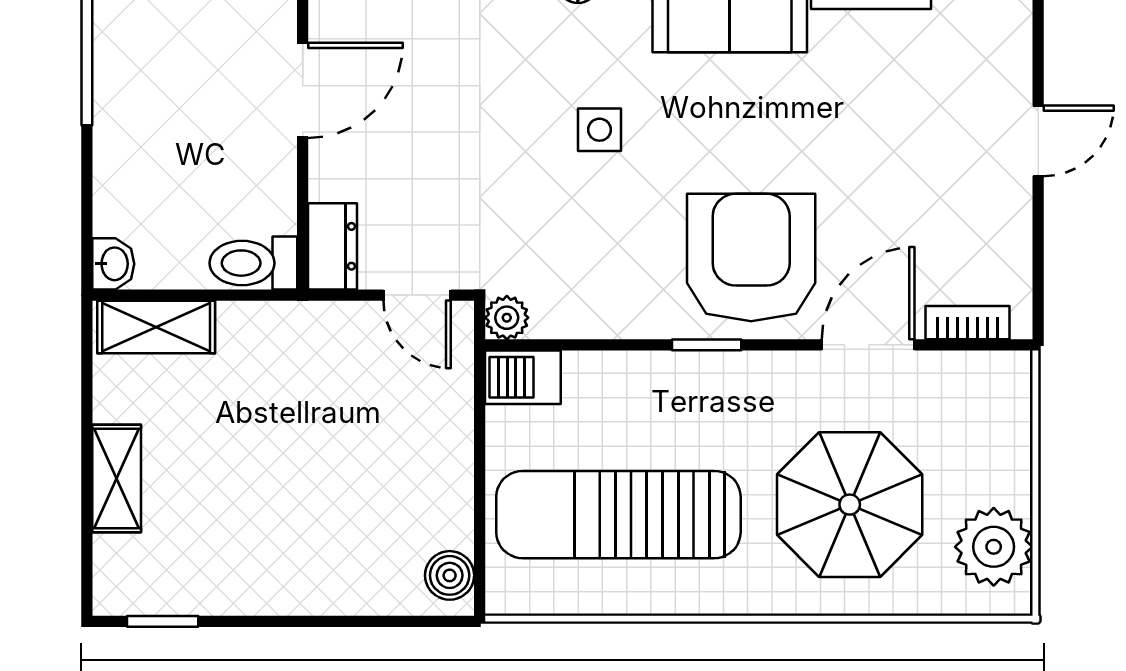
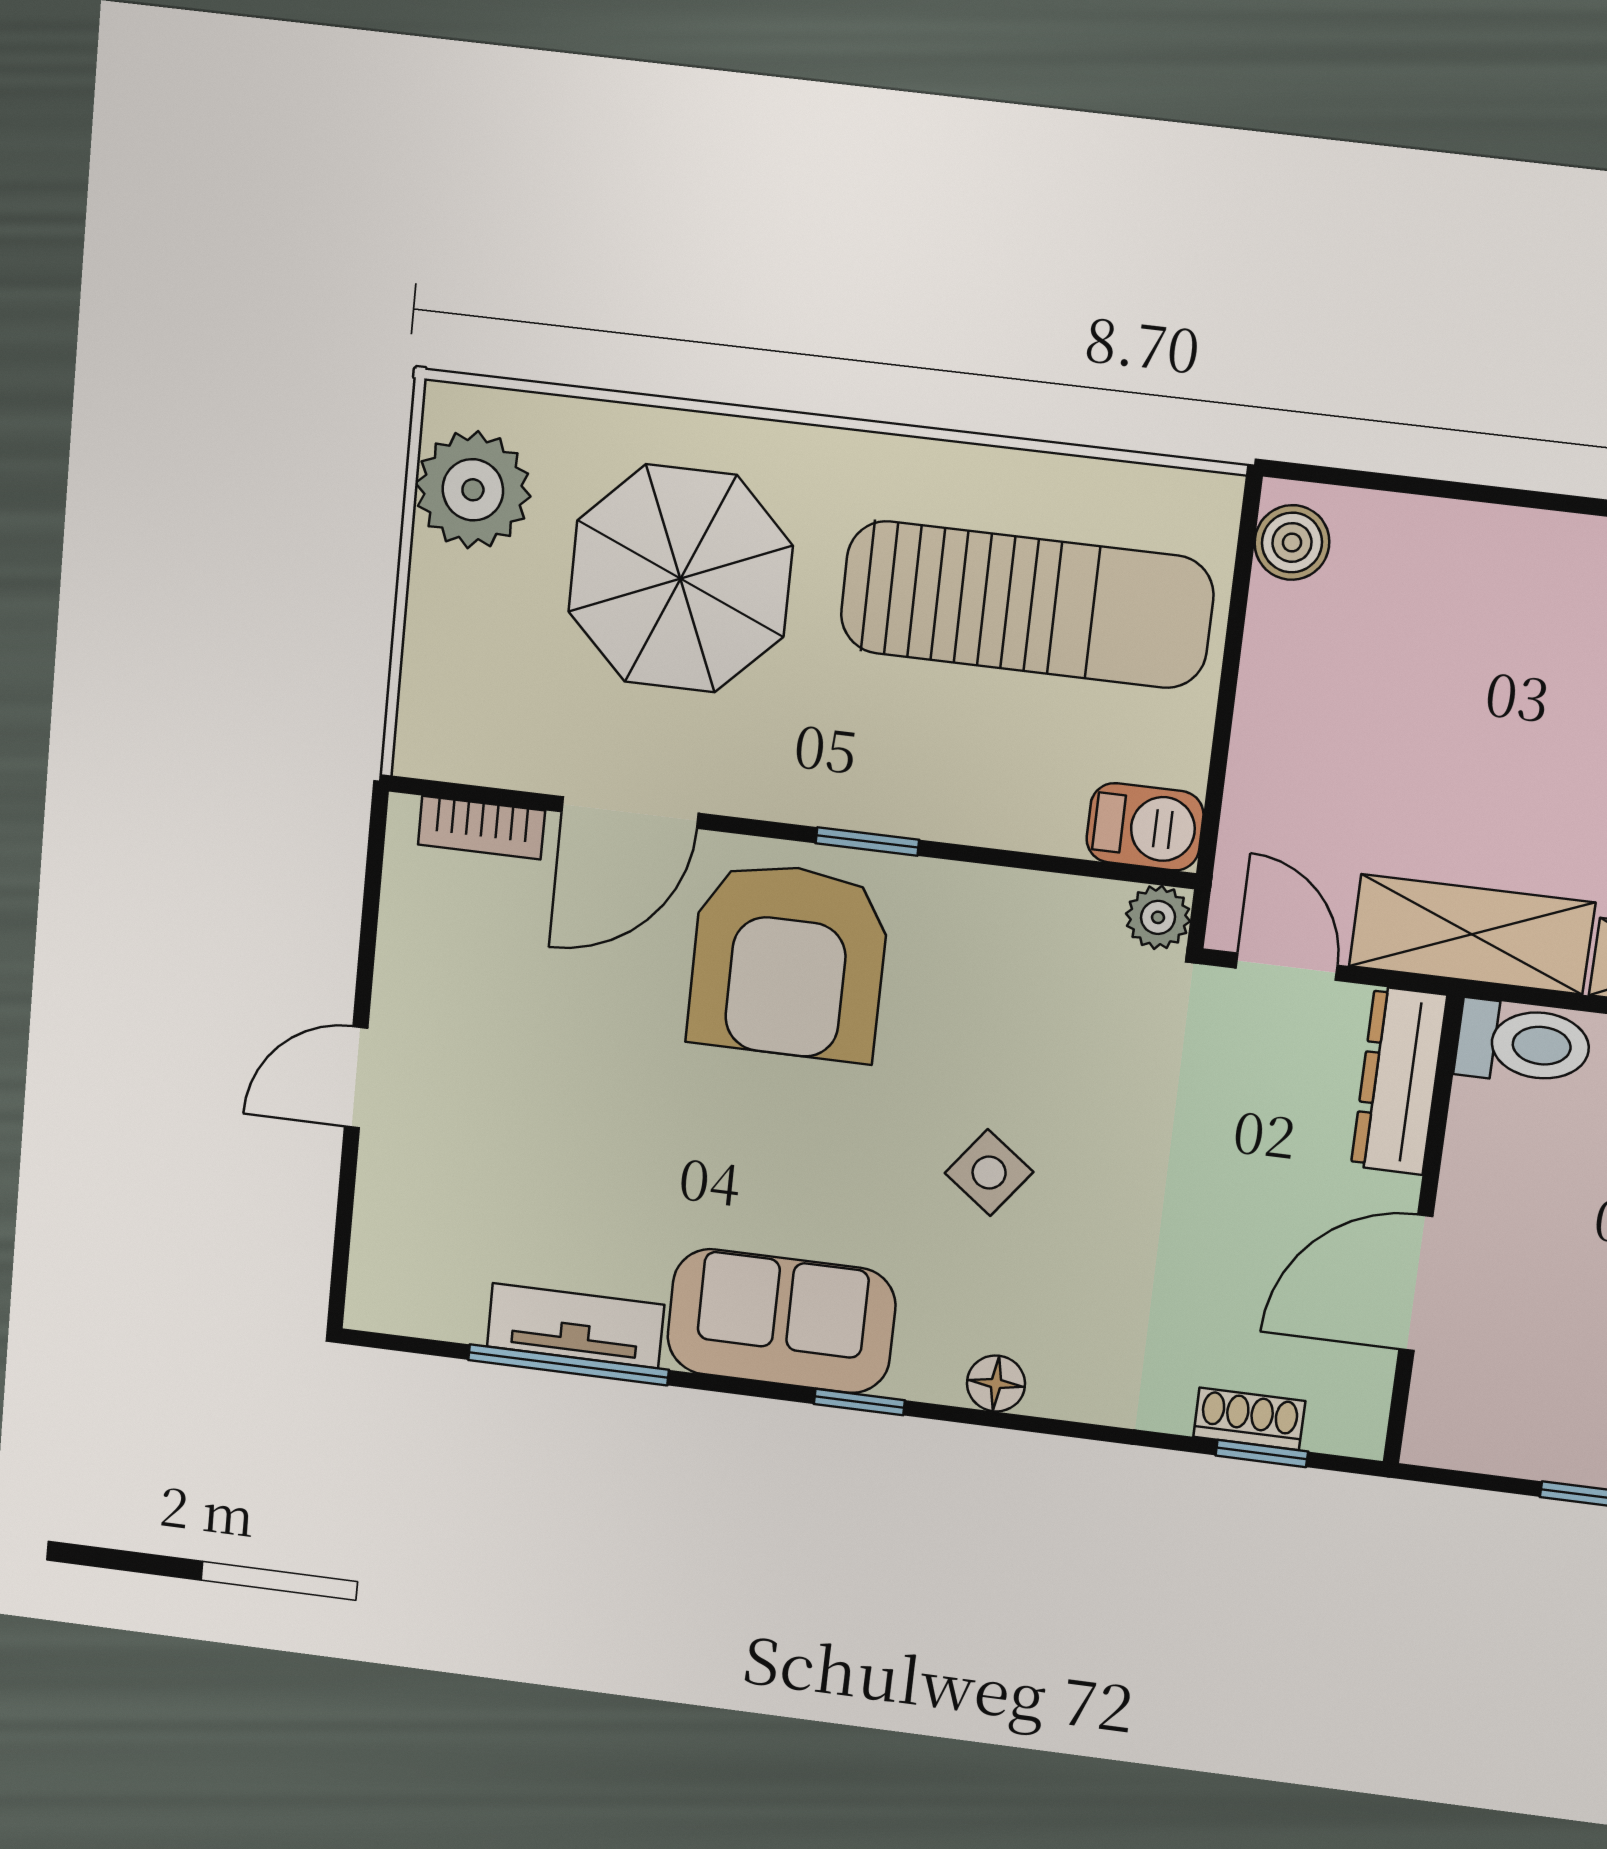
side table: (600, 130) -> (989, 1173), turned 37
dresser: (332, 246) -> (1399, 1081), width x1.44
shelving: (297, 332) -> (1472, 934), added

